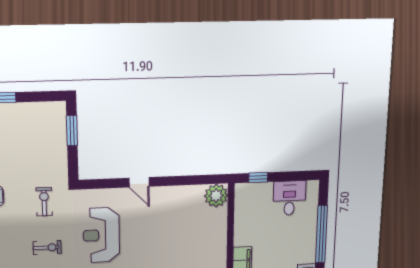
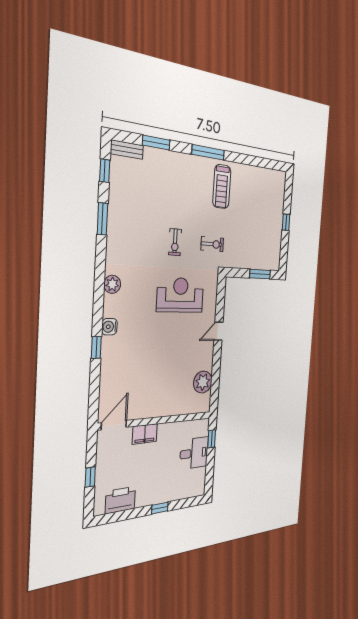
plant: (216, 196) -> (203, 382), moved
desk: (289, 198) -> (194, 453), moved
window: (321, 234) -> (160, 508), width x0.32

